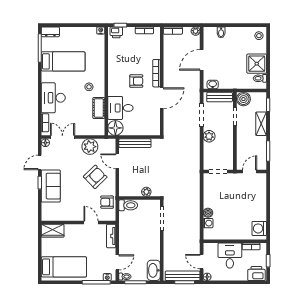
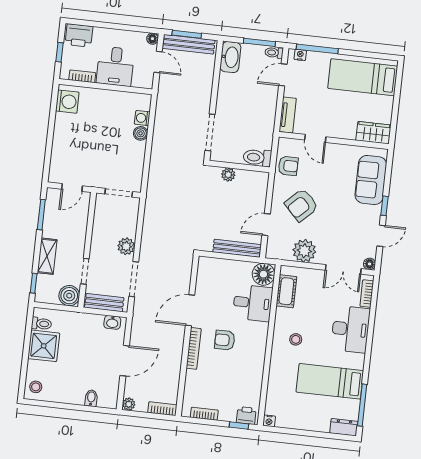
cot: (99, 108) -> (286, 291), moved
door: (117, 161) -> (266, 225), swing flipped
sofa: (51, 186) -> (371, 180), moved

